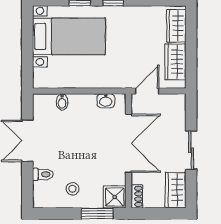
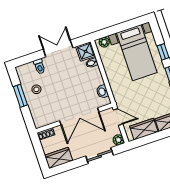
plant: (40, 76) -> (104, 42), added
plant: (178, 101) -> (118, 140), added
sliding door: (191, 150) -> (100, 156), moved
shower: (115, 197) -> (86, 51), moved
window: (97, 213) -> (20, 96), moved

